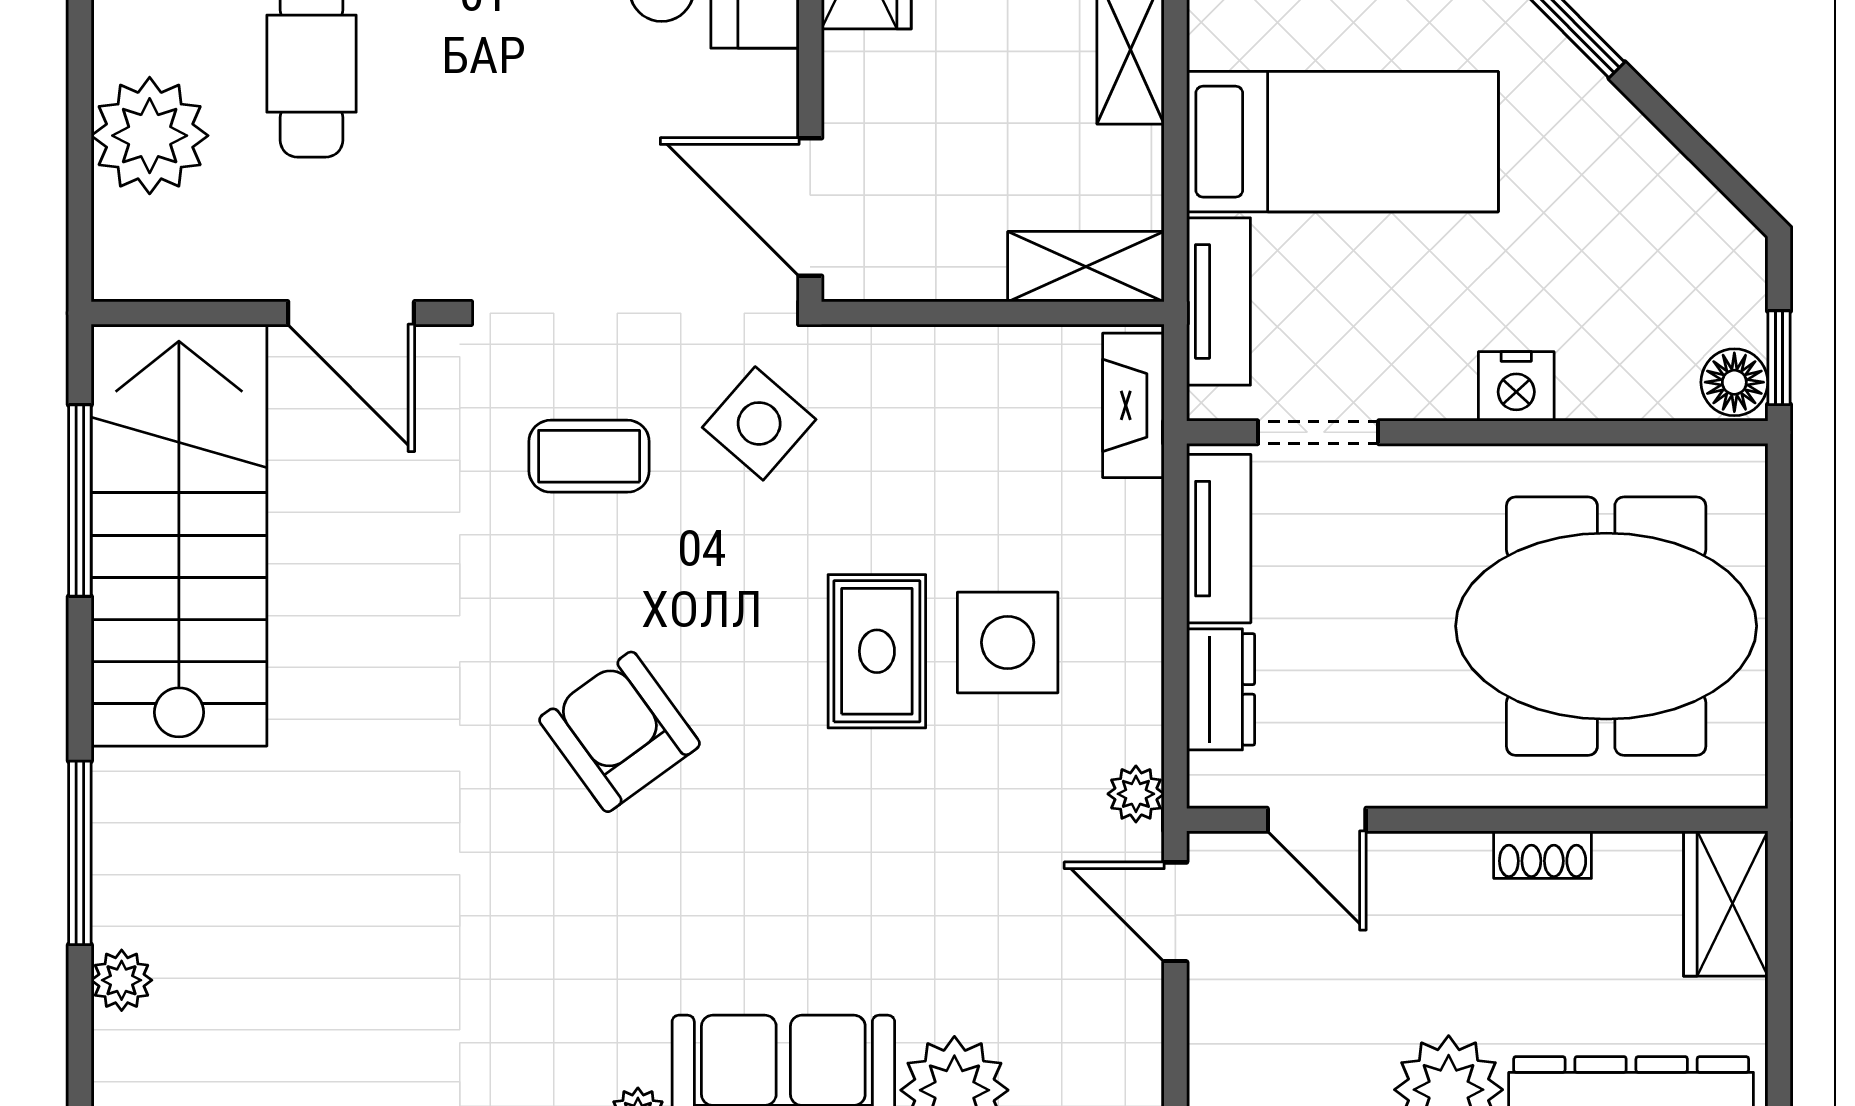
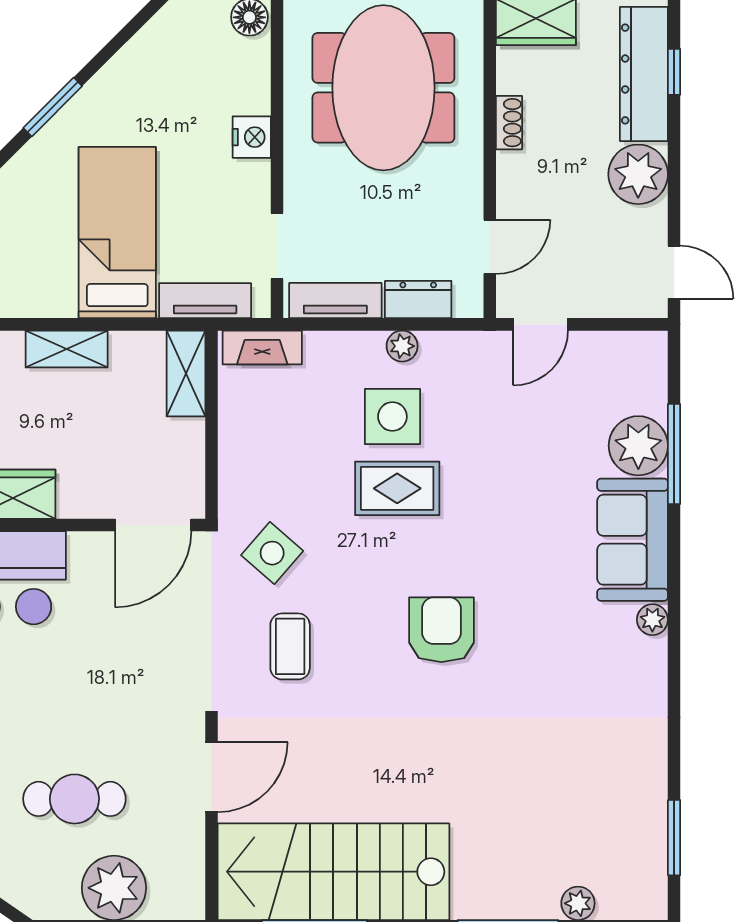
armchair: (620, 732) -> (441, 630), turned 126
plant: (1136, 794) -> (402, 346), moved

